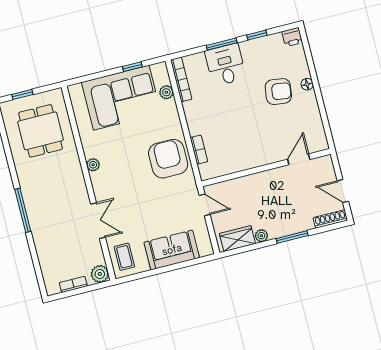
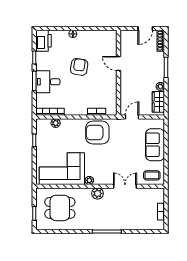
printer: (292, 37) -> (43, 41), width x1.87, depth x1.48
armchair: (278, 92) -> (79, 67), moved
corner sofa: (121, 98) -> (62, 169), moved, turned -90
door: (299, 159) -> (118, 63), moved
plant: (100, 274) -> (98, 193), moved

